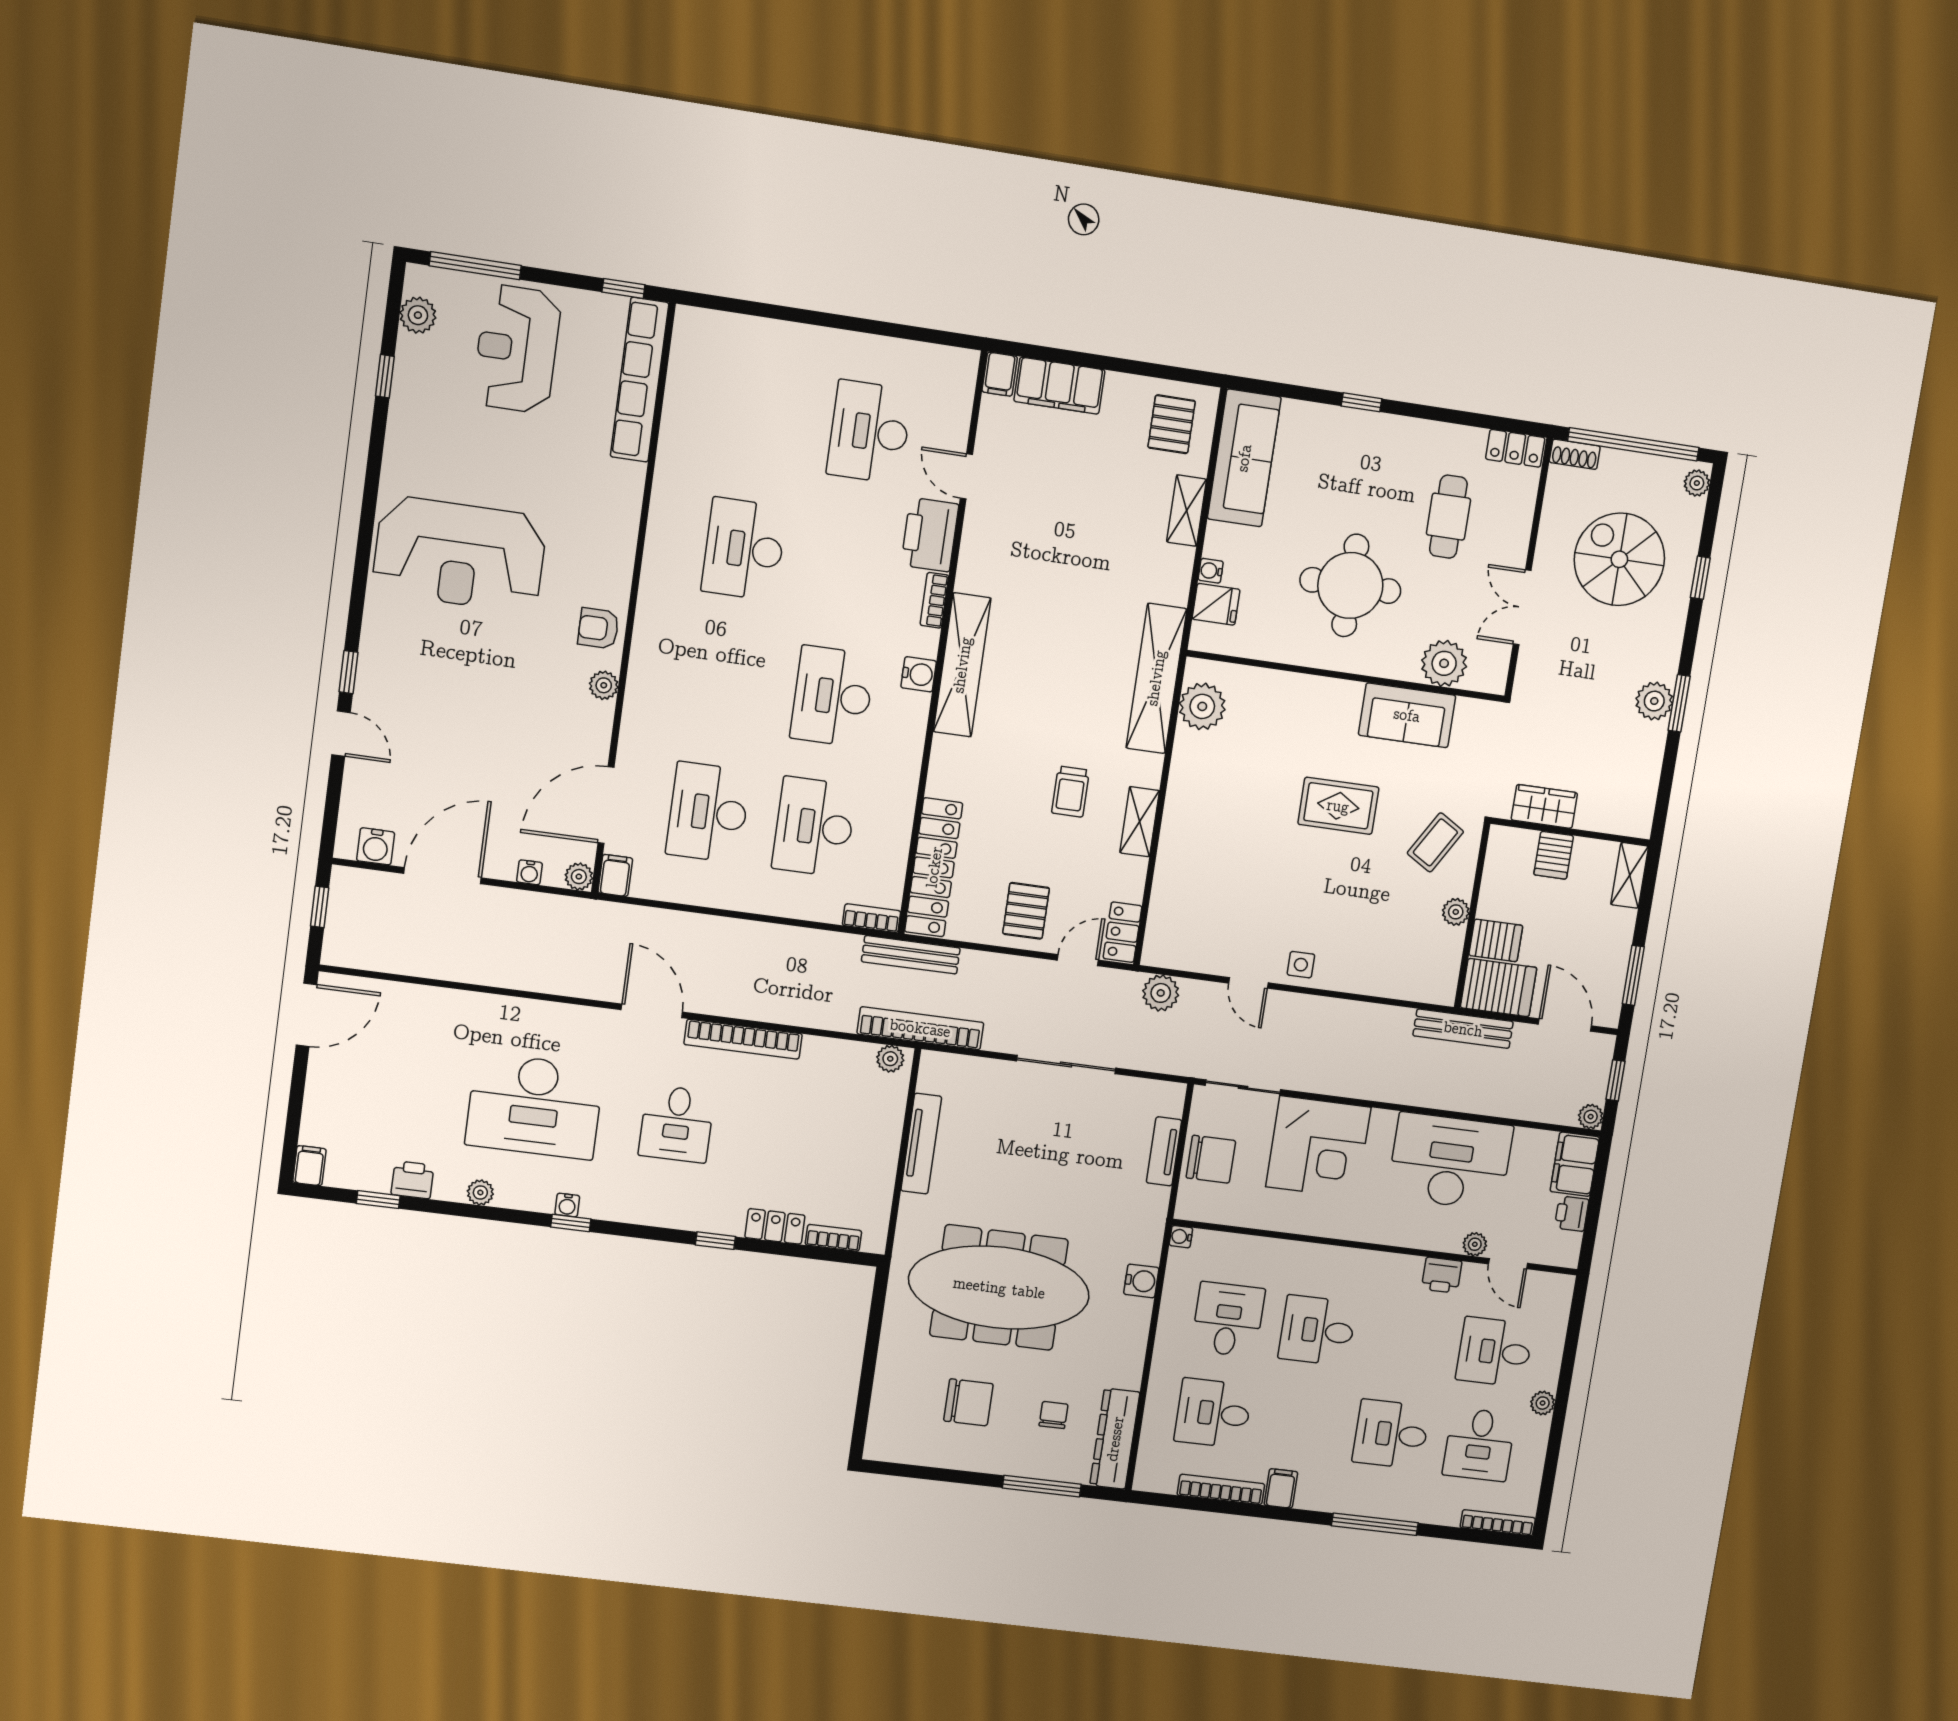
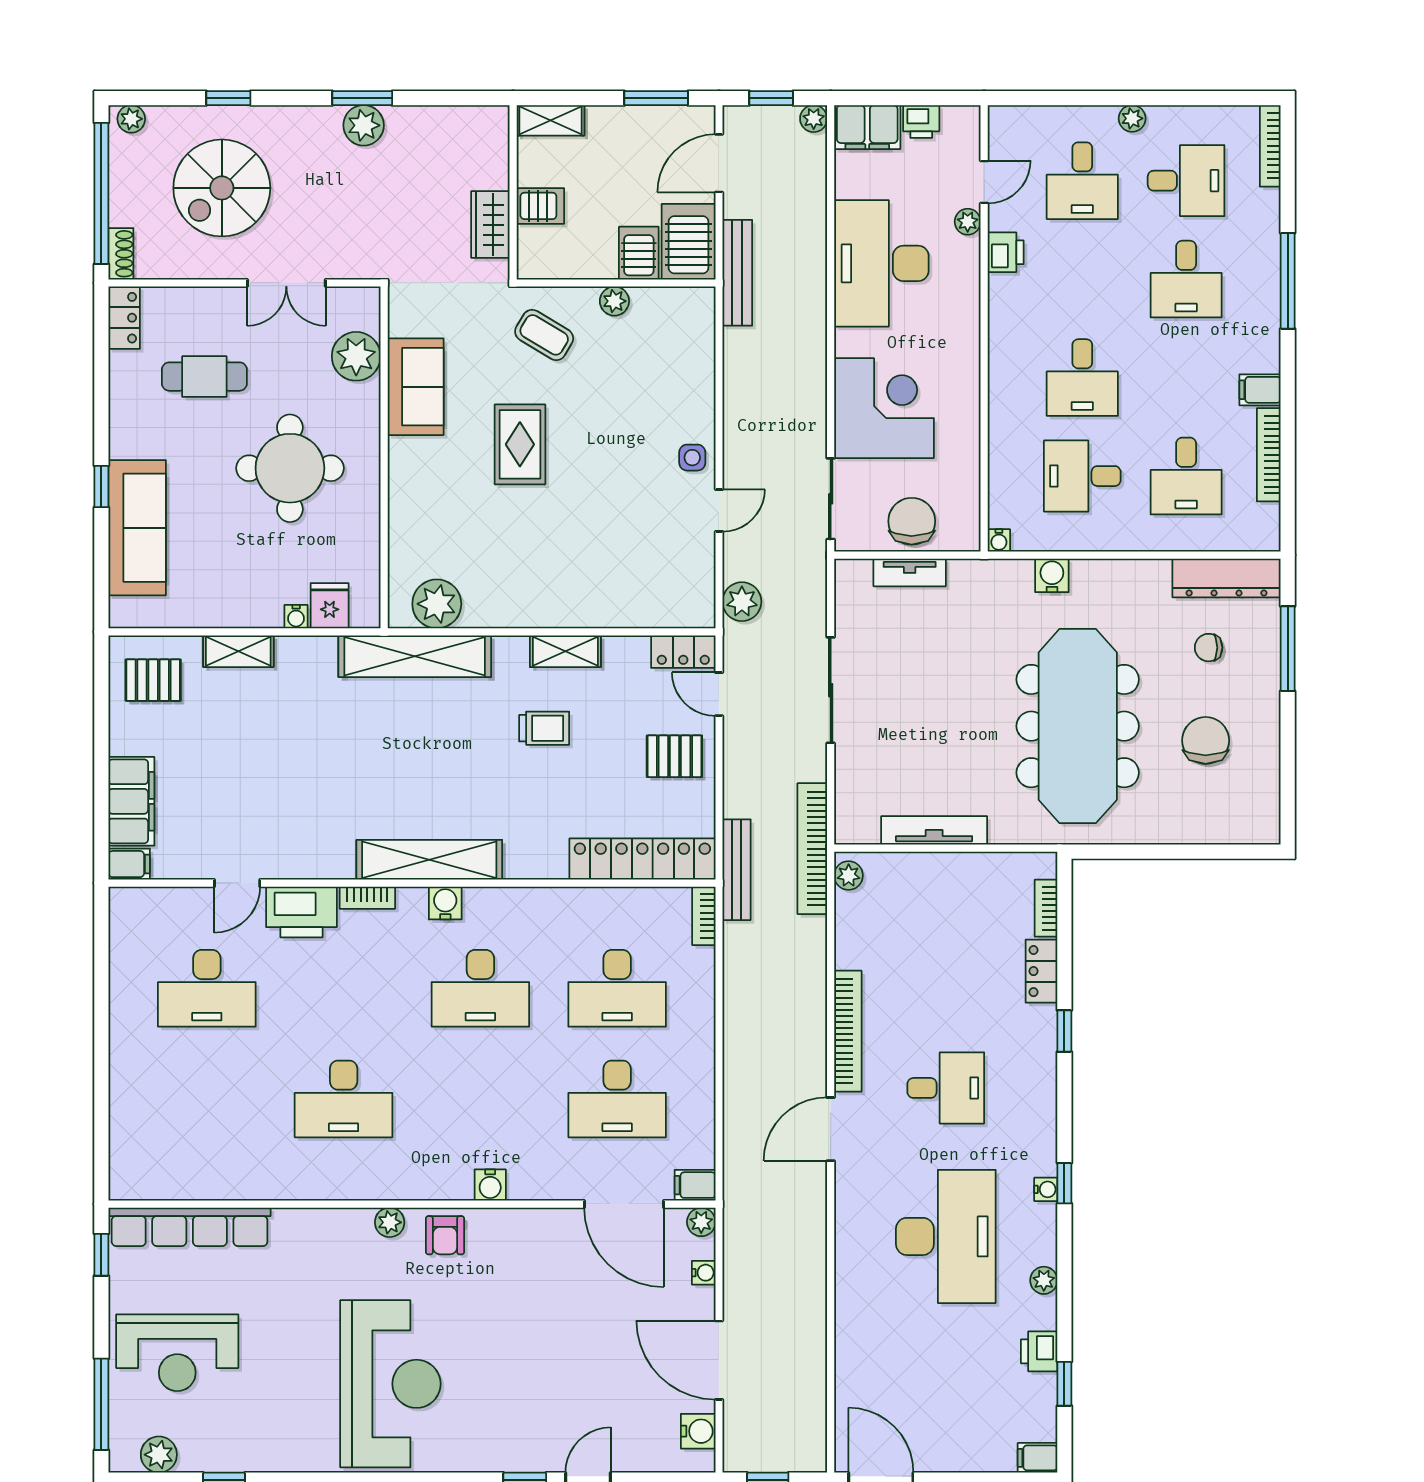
sofa: (1244, 458) -> (137, 528), moved, turned 90
water cooler: (642, 679) -> (490, 1185), added
plant: (604, 685) -> (390, 1222), moved

